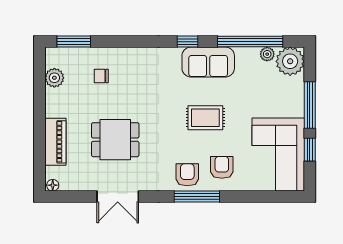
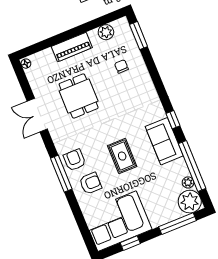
window: (310, 105) -> (177, 224), moved
piano: (55, 142) -> (72, 47), moved
armchair: (187, 175) -> (74, 160), turned -90

